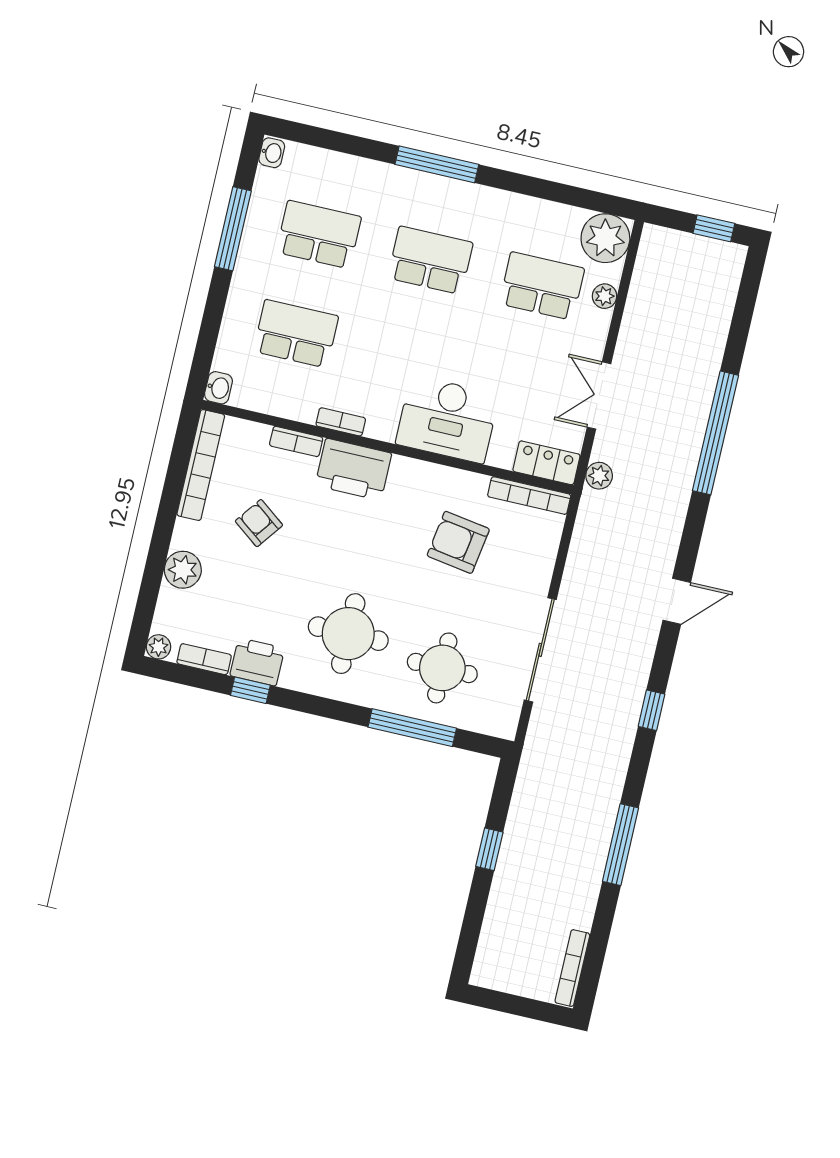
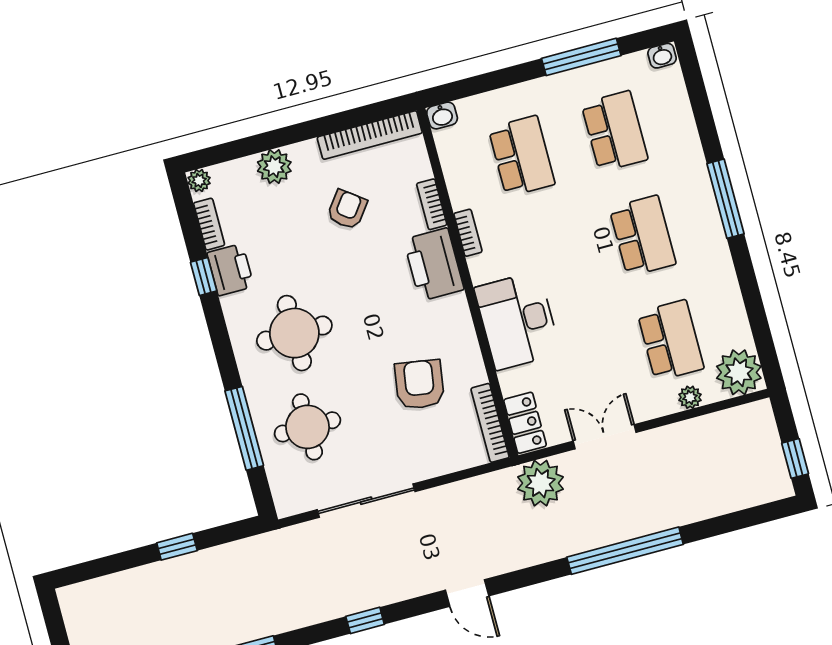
plant: (599, 476) -> (540, 483), width x1.87, depth x1.87

